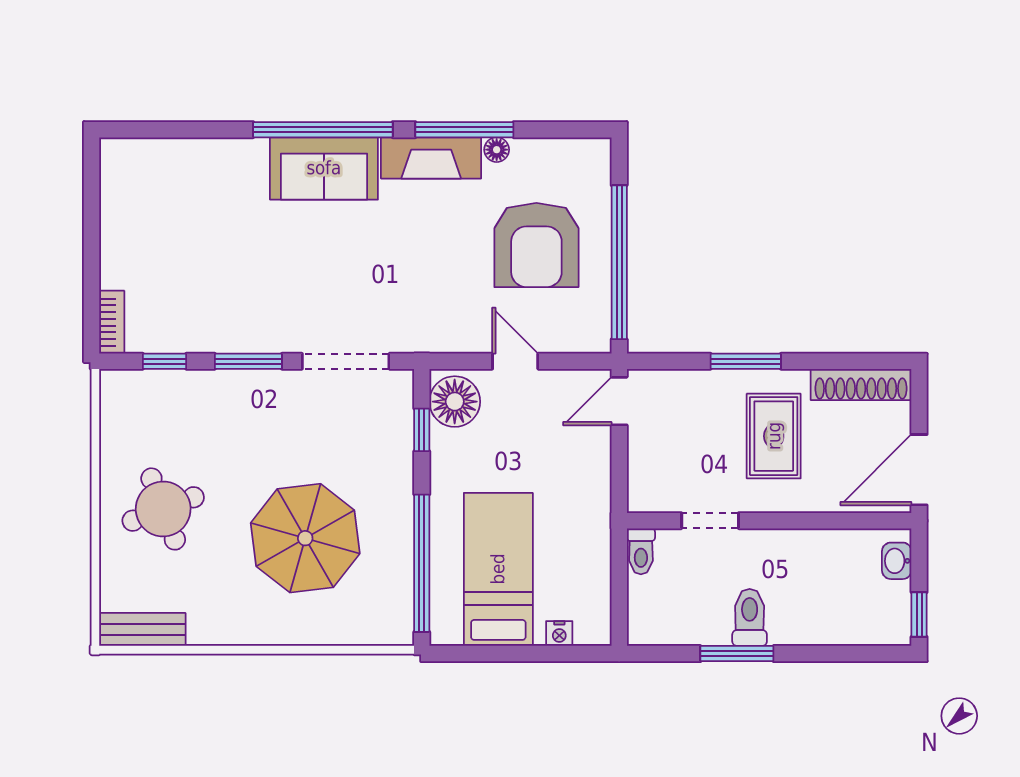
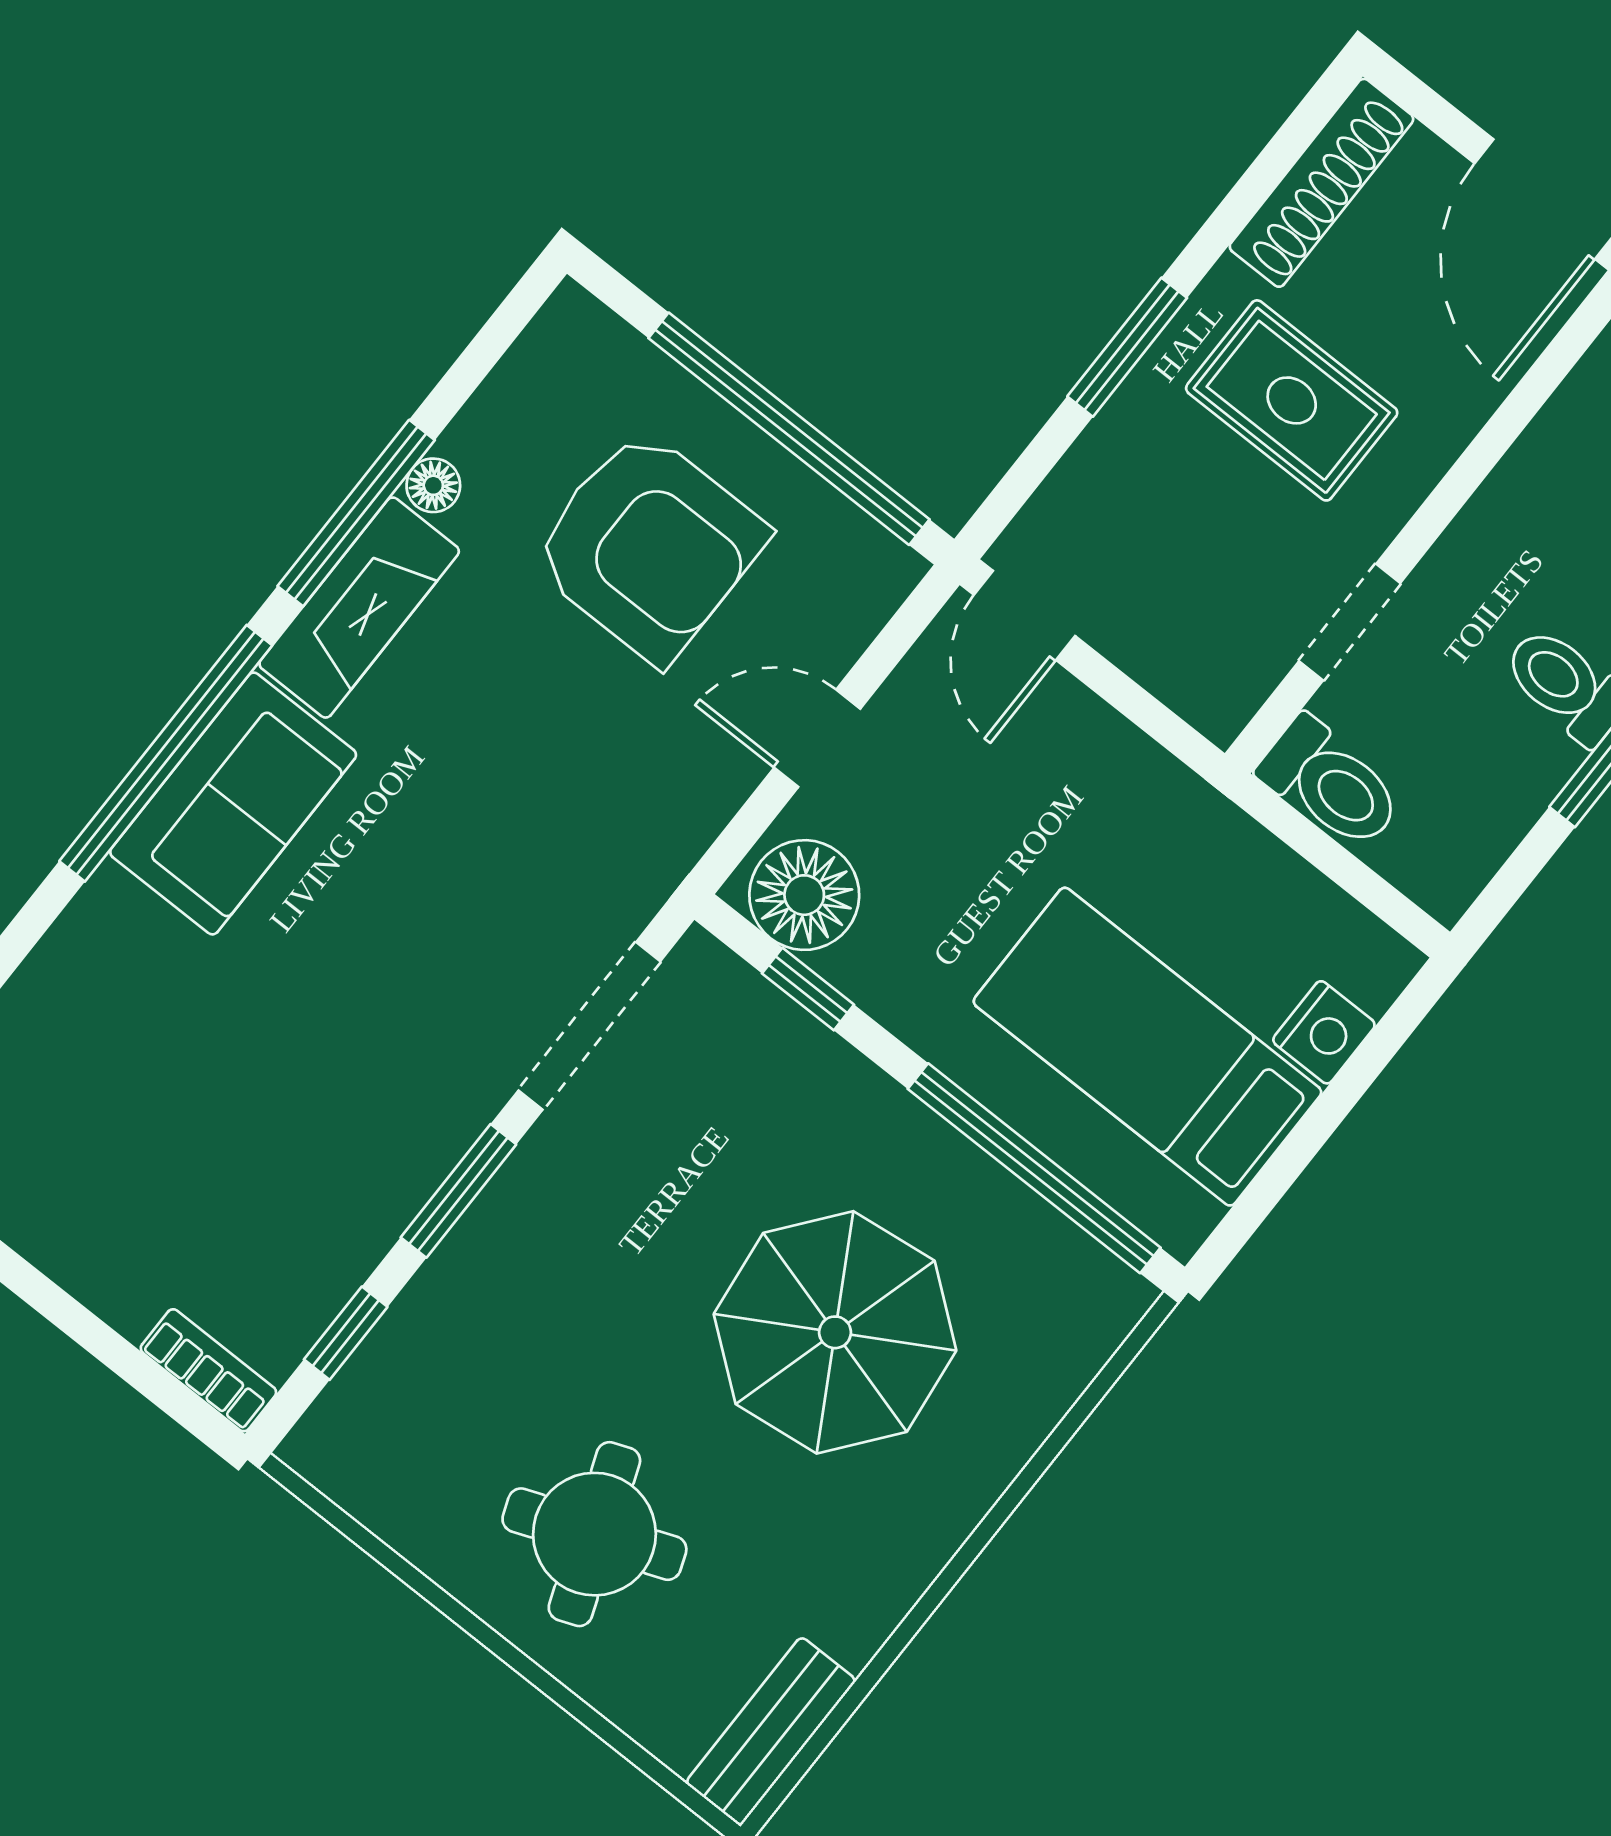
toilet: (641, 551) -> (1331, 784), width x1.37, depth x1.39
nightstand: (559, 634) -> (1324, 1032), width x1.39, depth x1.35

